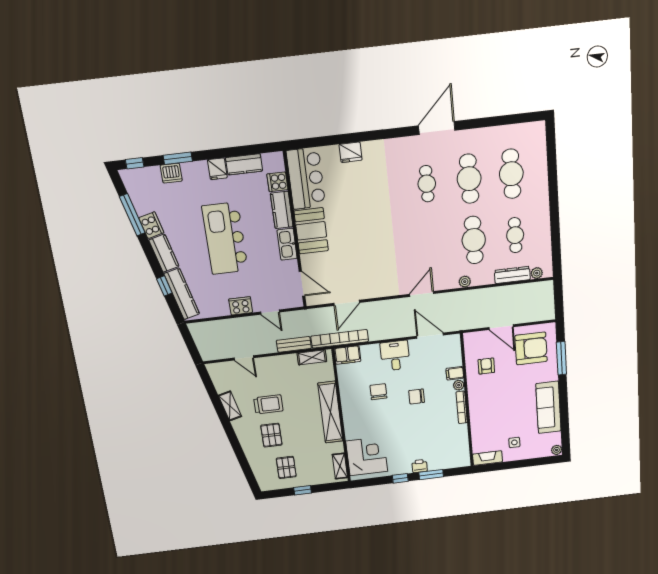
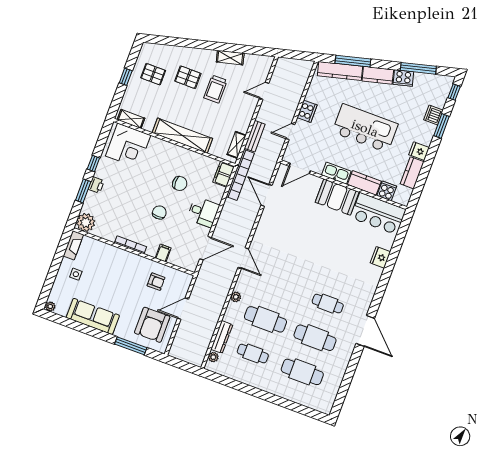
window: (164, 286) -> (353, 61), width x2.17
plant: (459, 385) -> (86, 222), moved, width x1.88, depth x1.88

